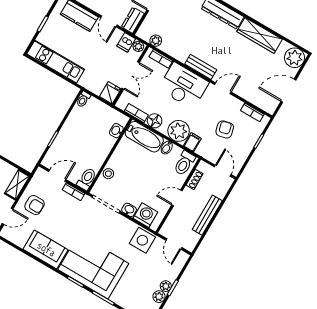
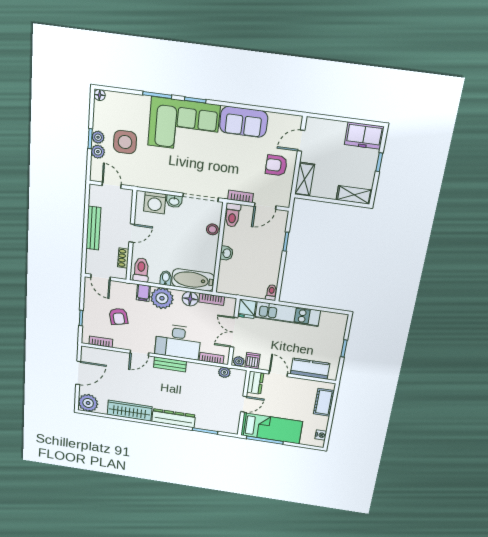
kitchen unit: (56, 62) -> (288, 314), moved
washbasin: (116, 131) -> (227, 253), moved
side table: (142, 240) -> (125, 142), moved
plant: (159, 297) -> (98, 152), moved

